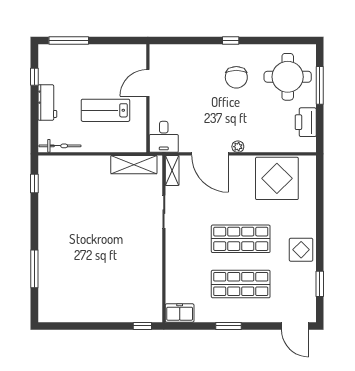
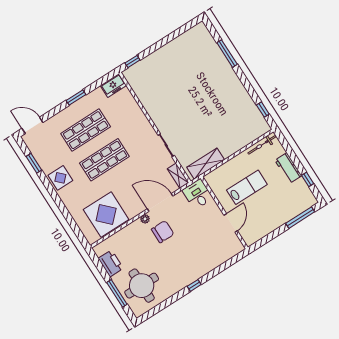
chair: (236, 77) -> (163, 232), moved, turned 90

